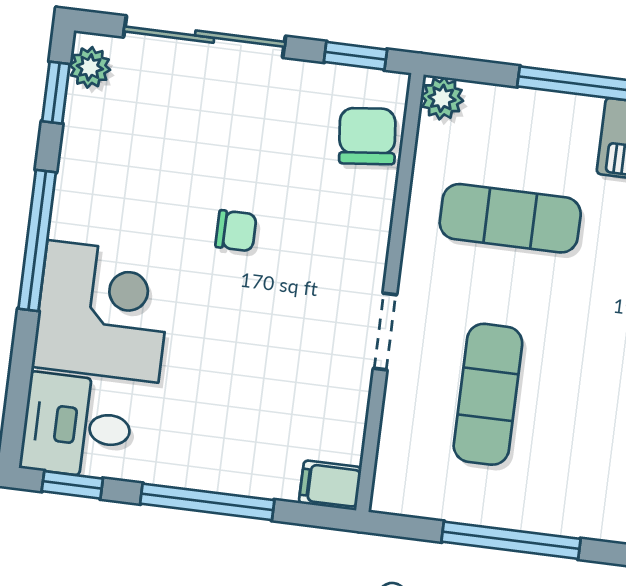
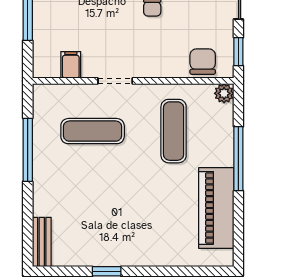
chair: (367, 136) -> (203, 62), turned -84
filing cabinet: (330, 485) -> (71, 65), moved

